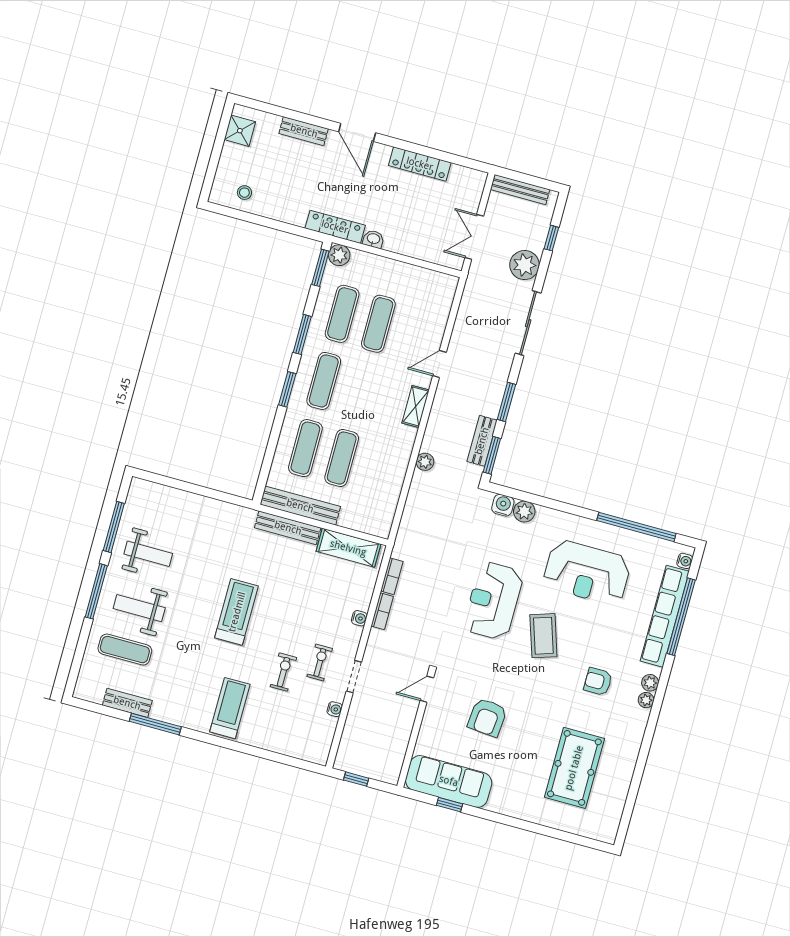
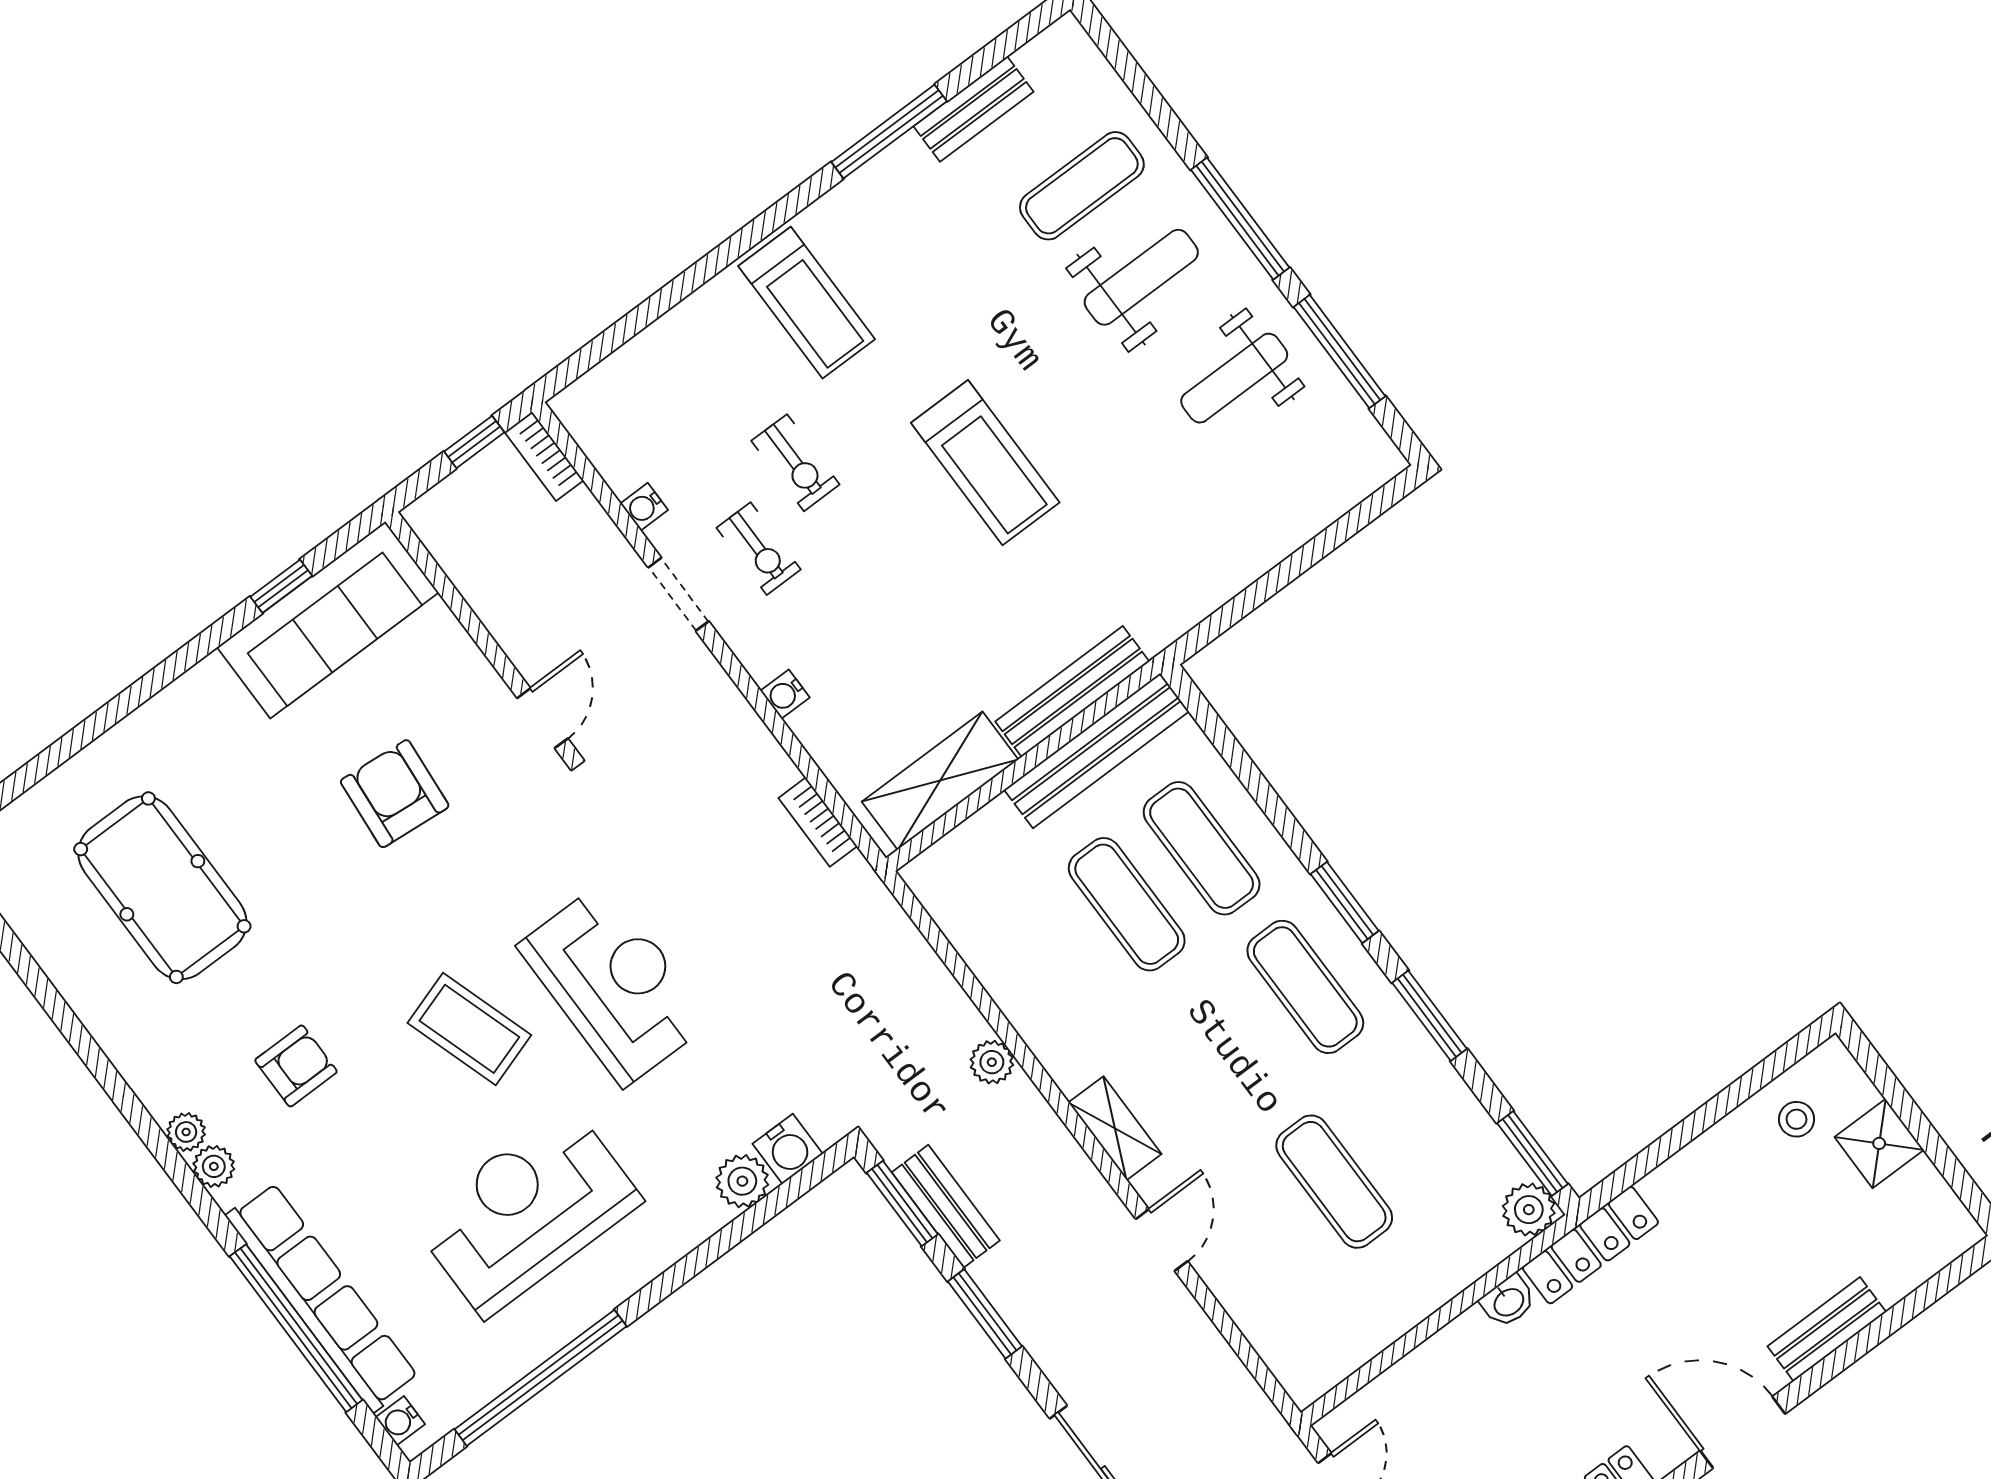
shower: (240, 131) -> (1879, 1143), moved
exercise mat: (342, 314) -> (1409, 1126), removed
bookcase: (382, 611) -> (544, 456), moved

